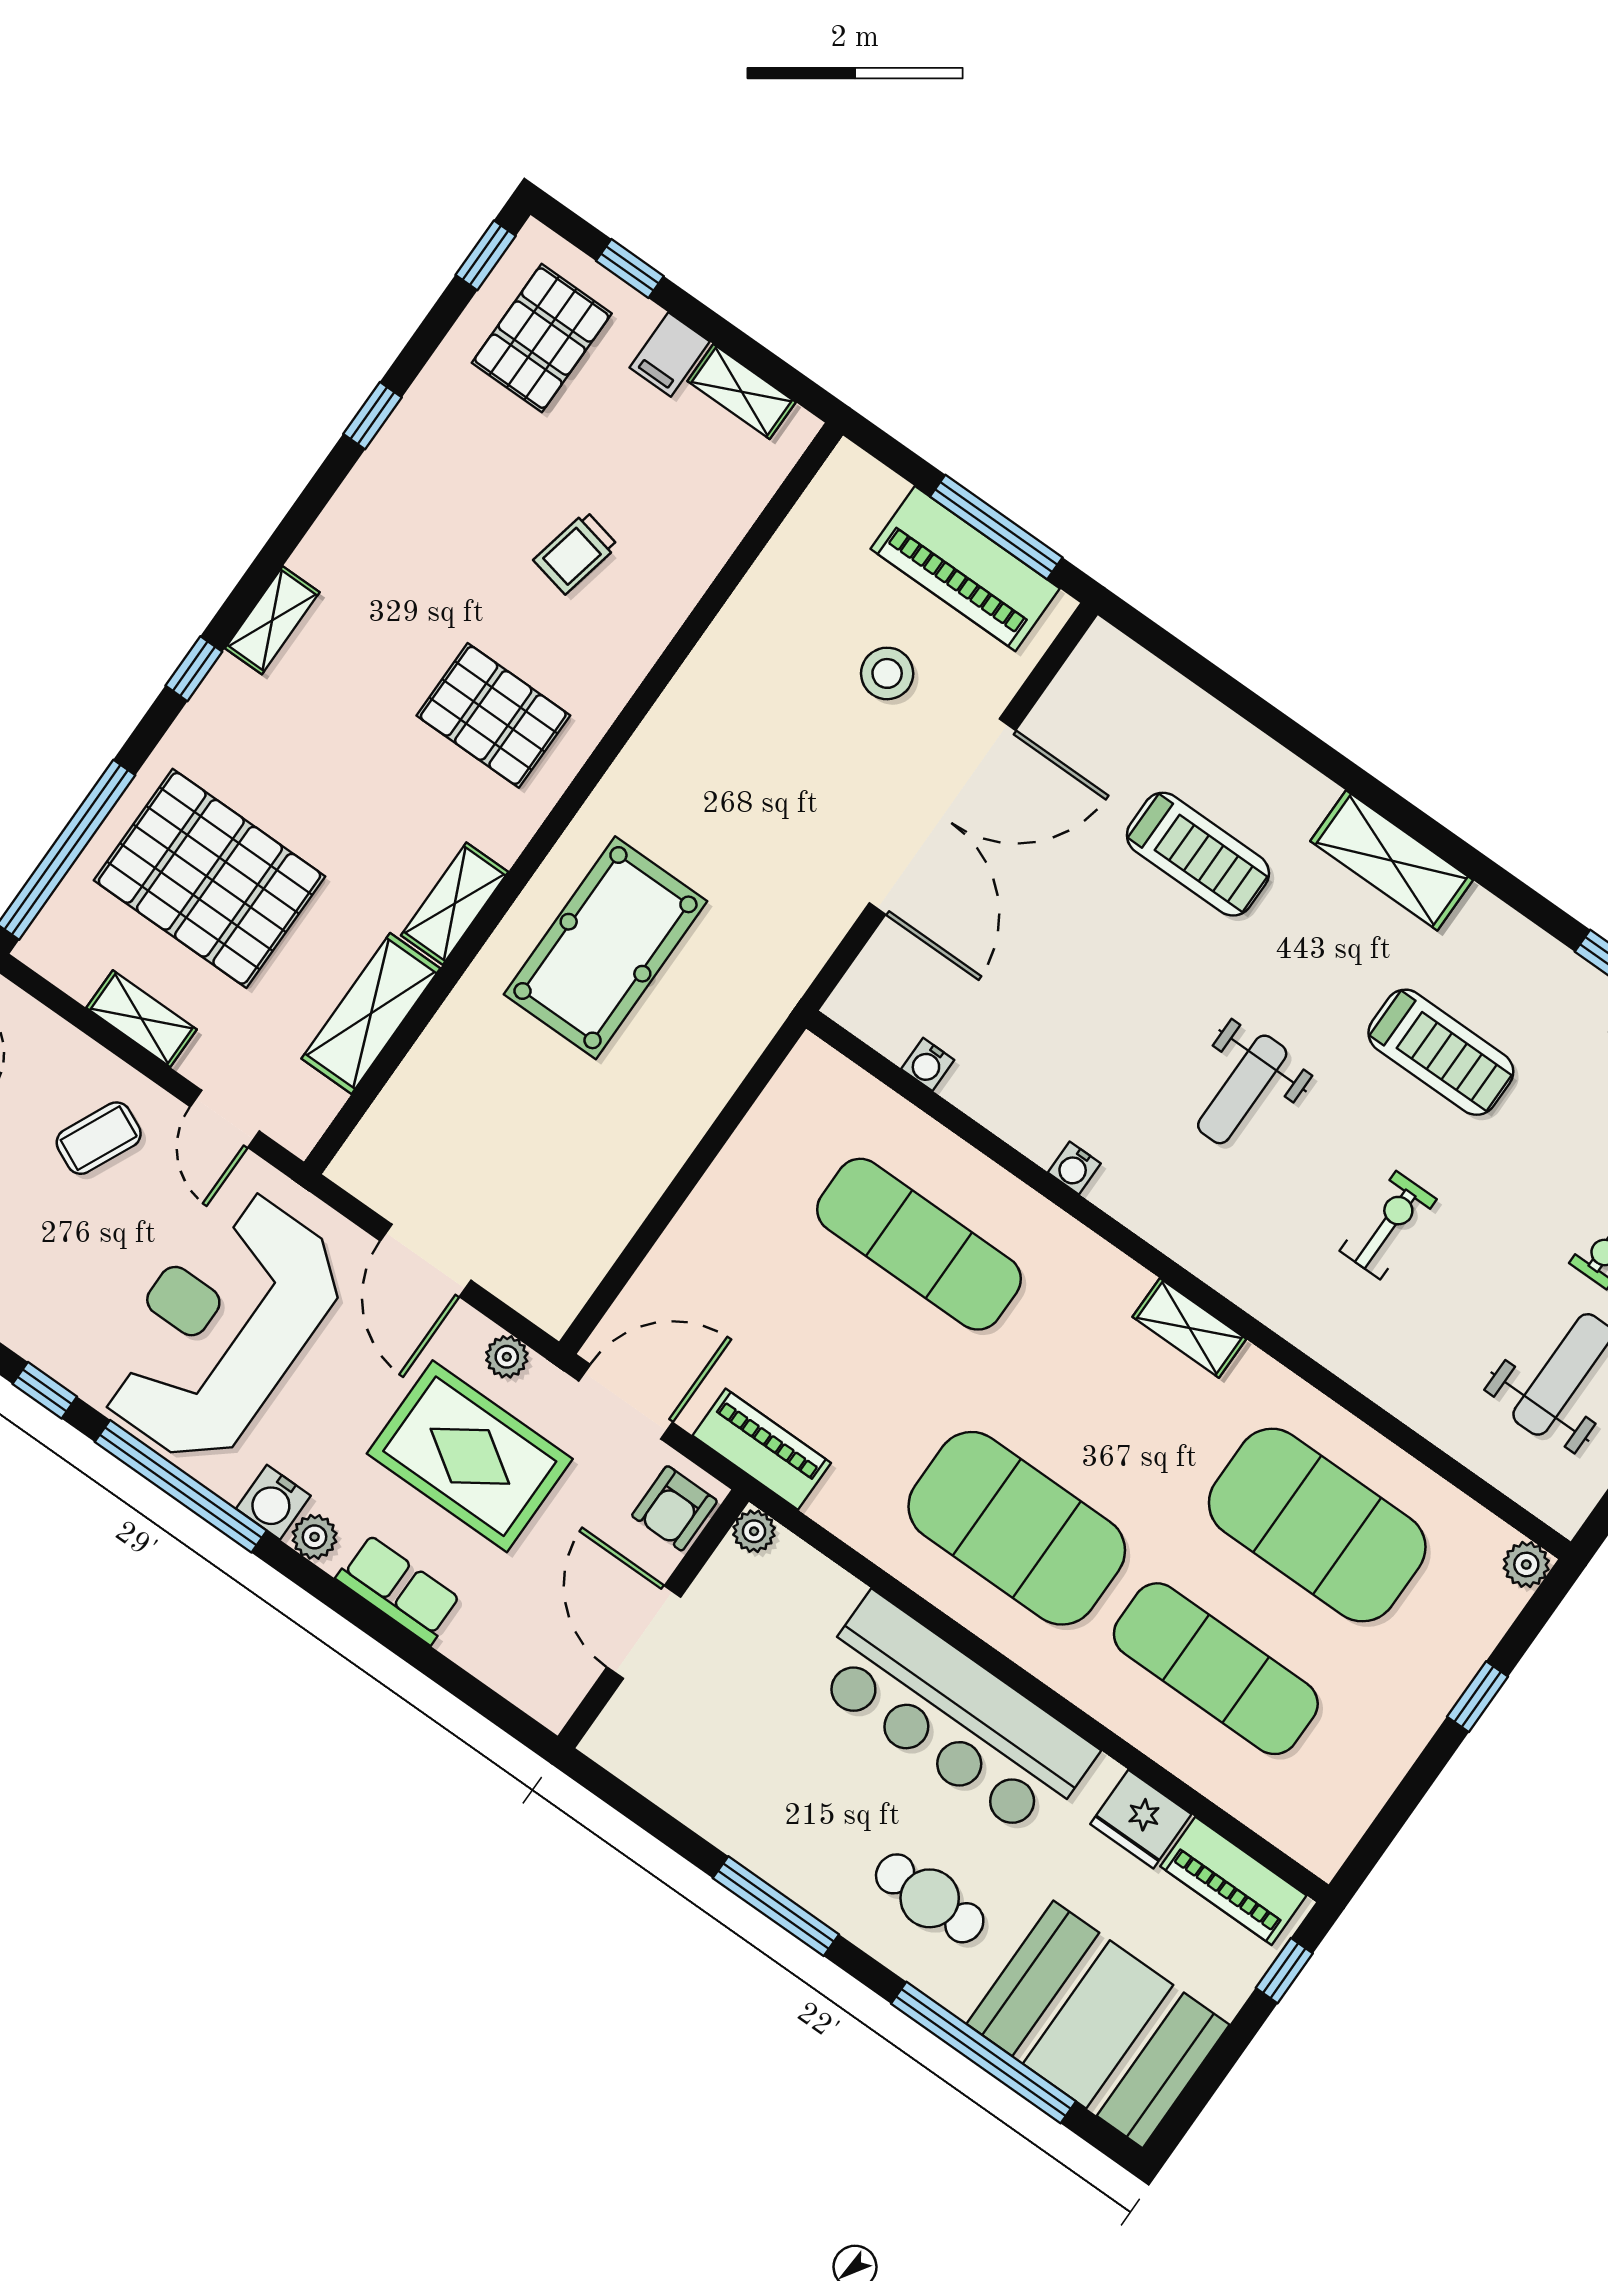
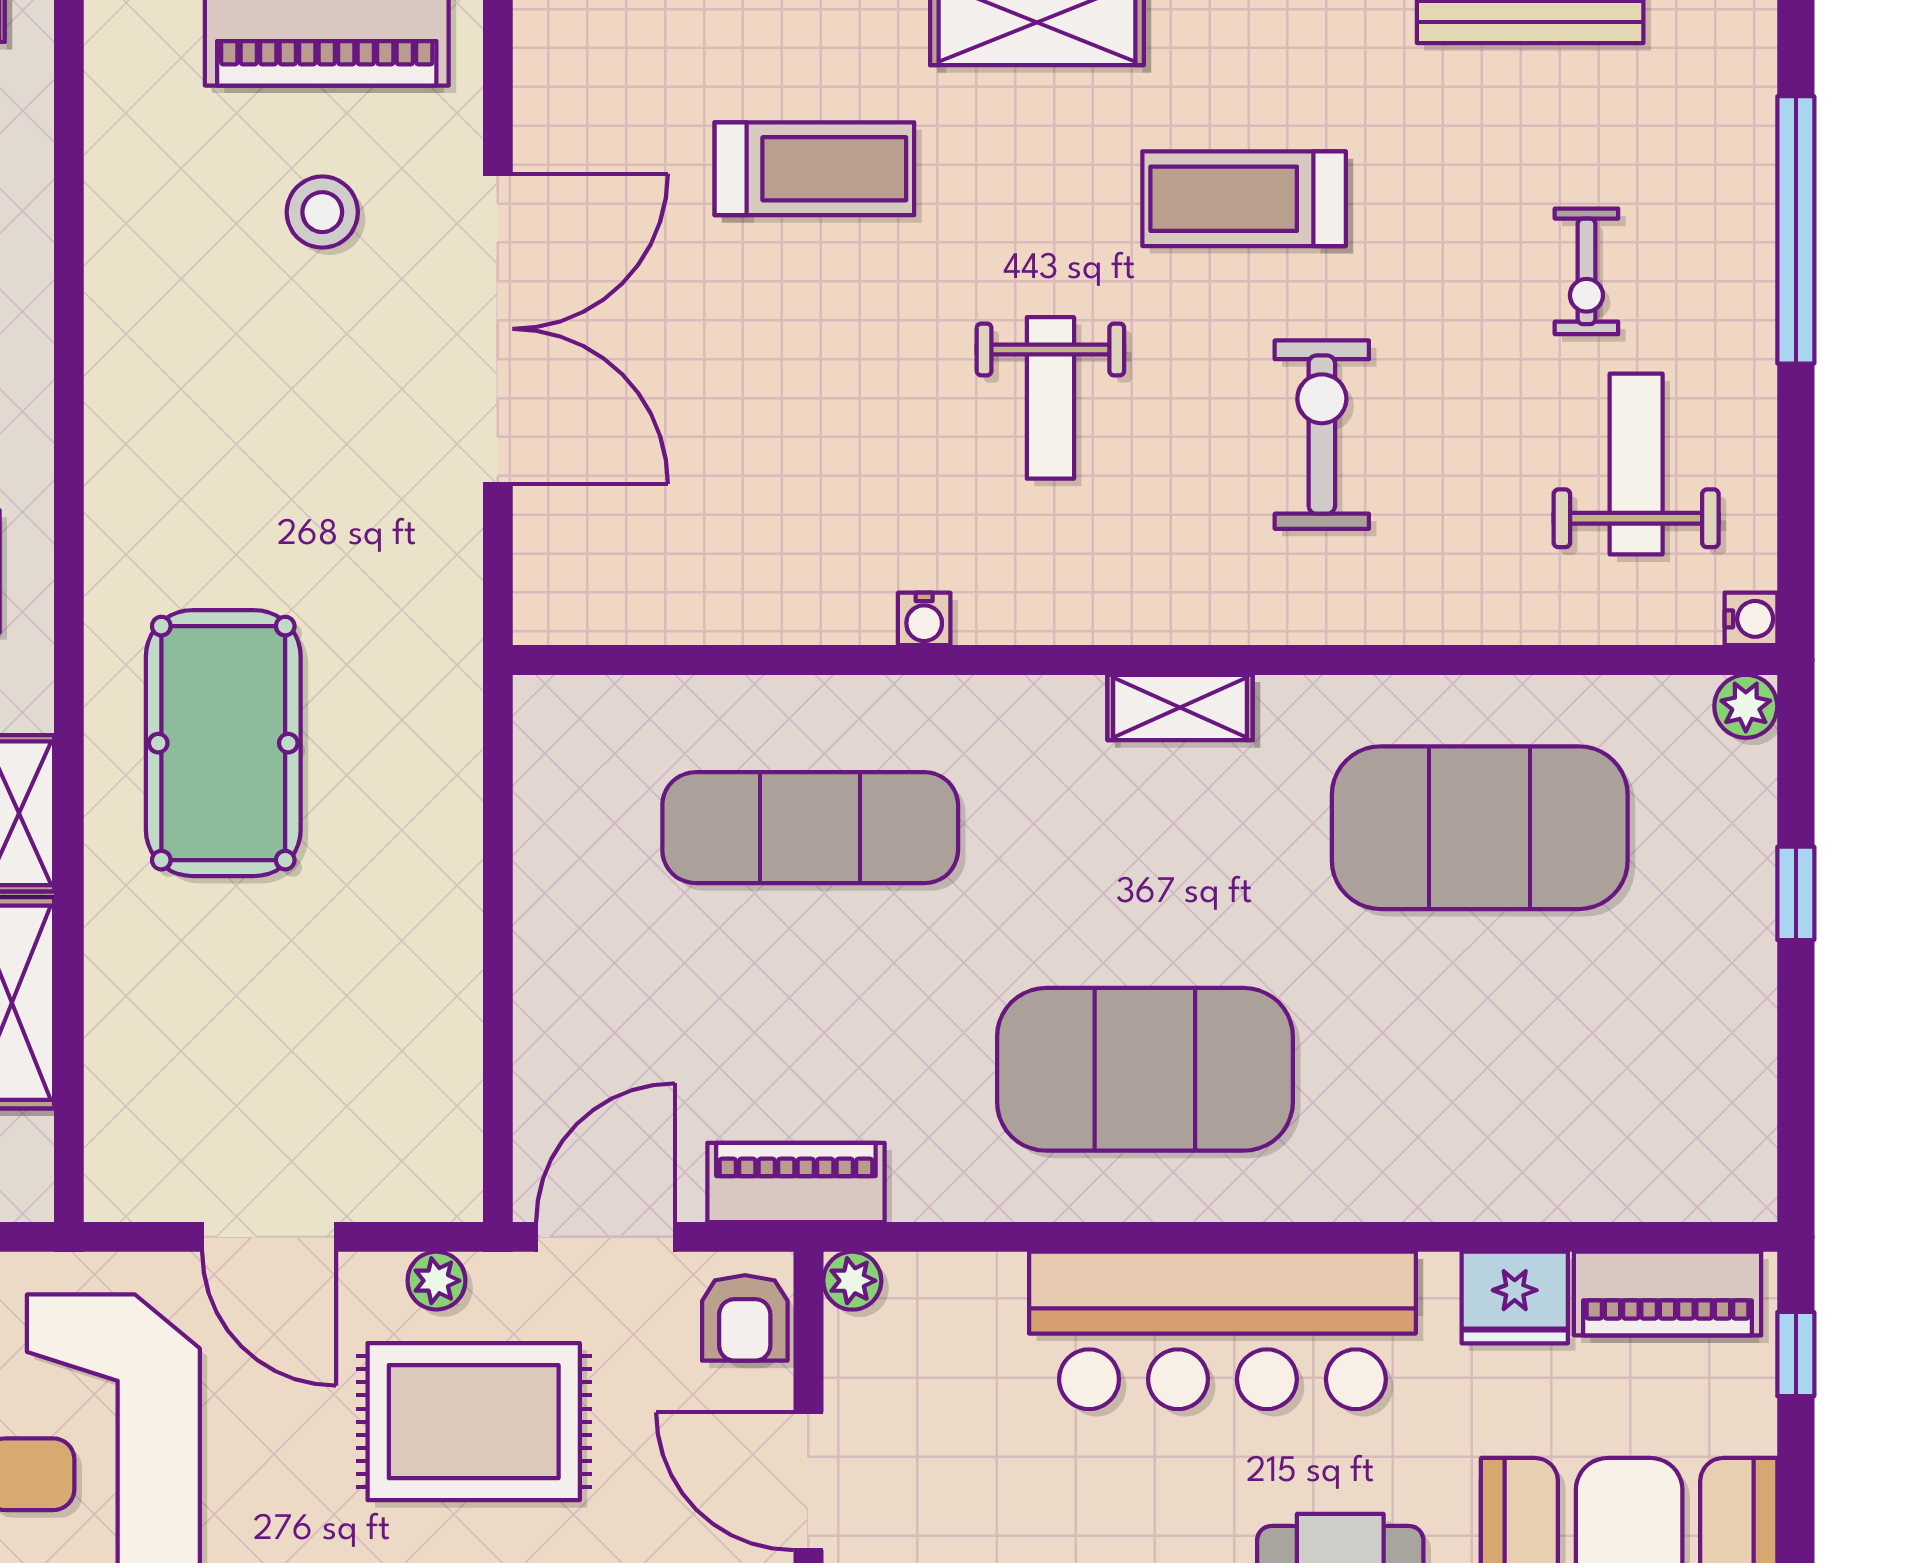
treadmill: (1441, 1052) -> (1244, 199), turned 180
water cooler: (928, 1064) -> (1751, 619), moved, turned -90
exercise bike: (1388, 1225) -> (1322, 435), width x1.38, depth x1.39
exercise mat: (1216, 1669) -> (1480, 1069), removed

